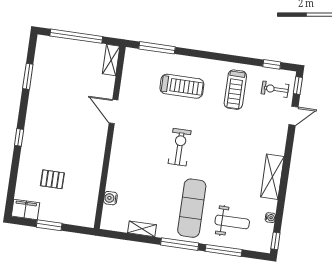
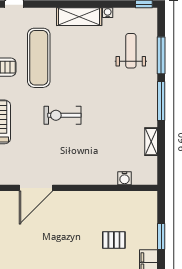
door: (113, 112) -> (36, 188), width x1.36
pallet: (52, 179) -> (114, 240), turned 90
exercise mat: (192, 208) -> (39, 58), moved, turned 90
water cooler: (270, 218) -> (108, 13), moved

